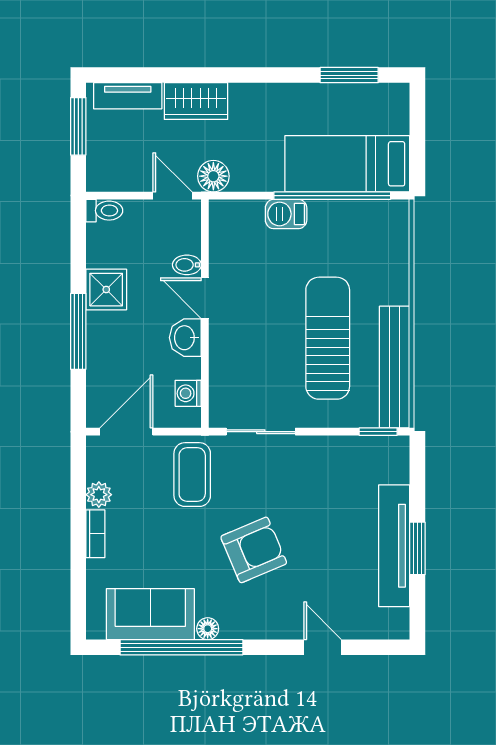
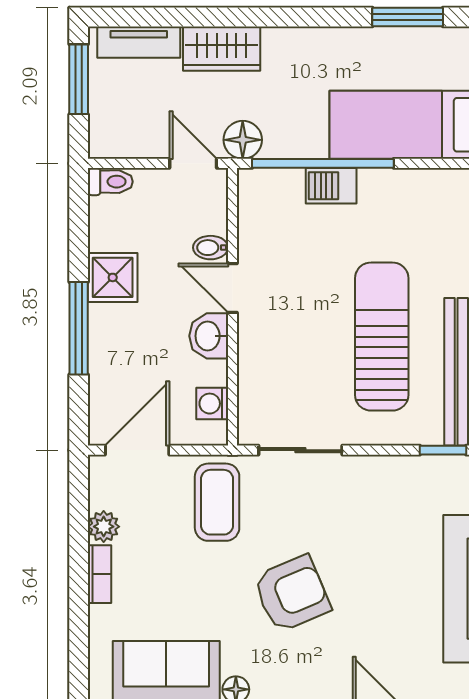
window: (332, 196) -> (323, 163), moved

